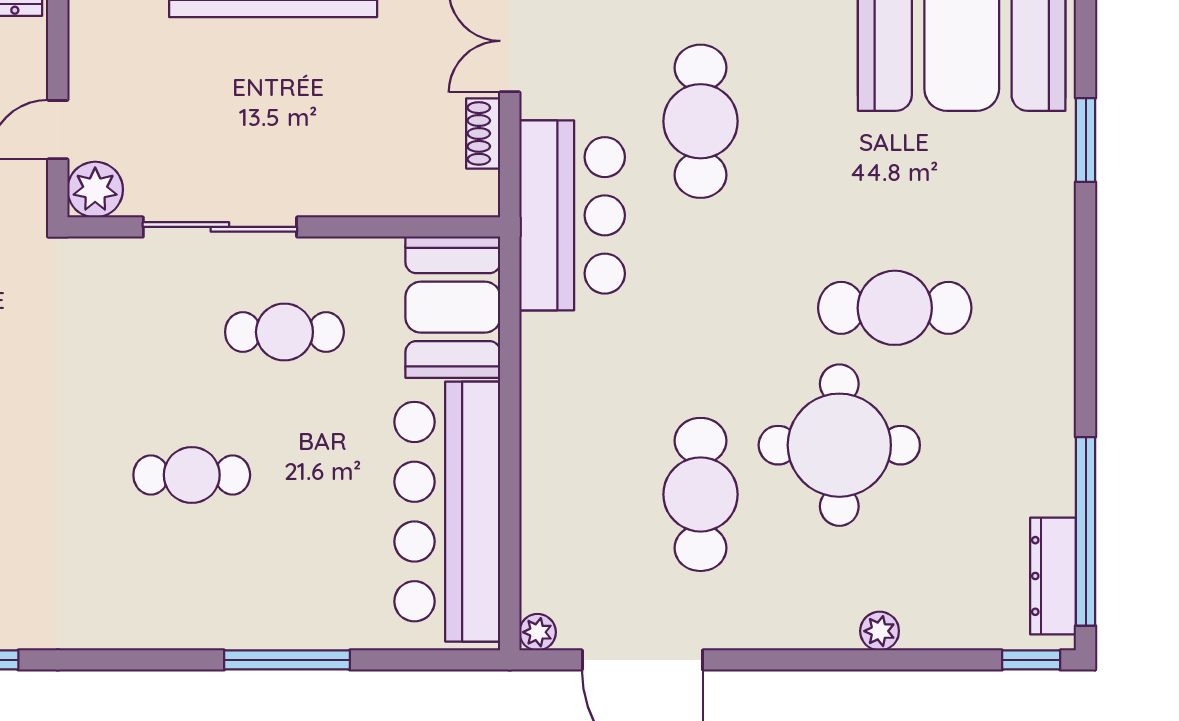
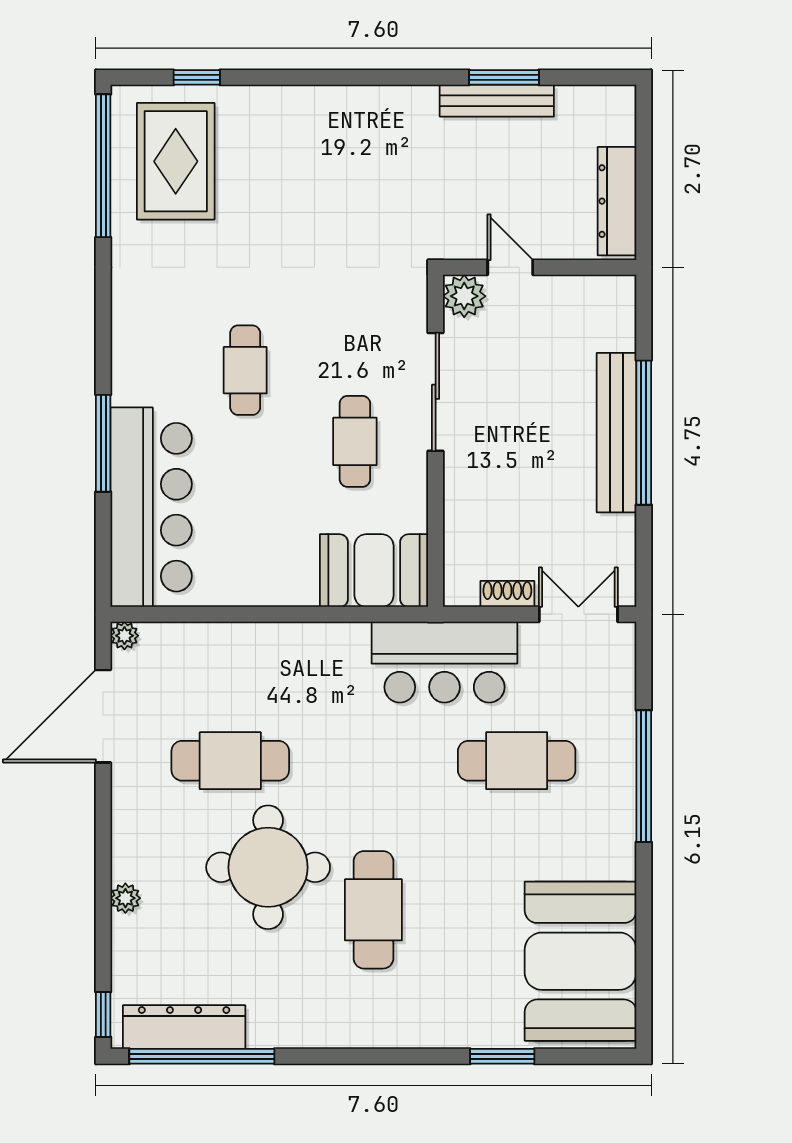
bar counter: (447, 512) -> (151, 507), moved, turned 90
dresser: (1053, 576) -> (184, 1027), width x1.37, depth x1.24

